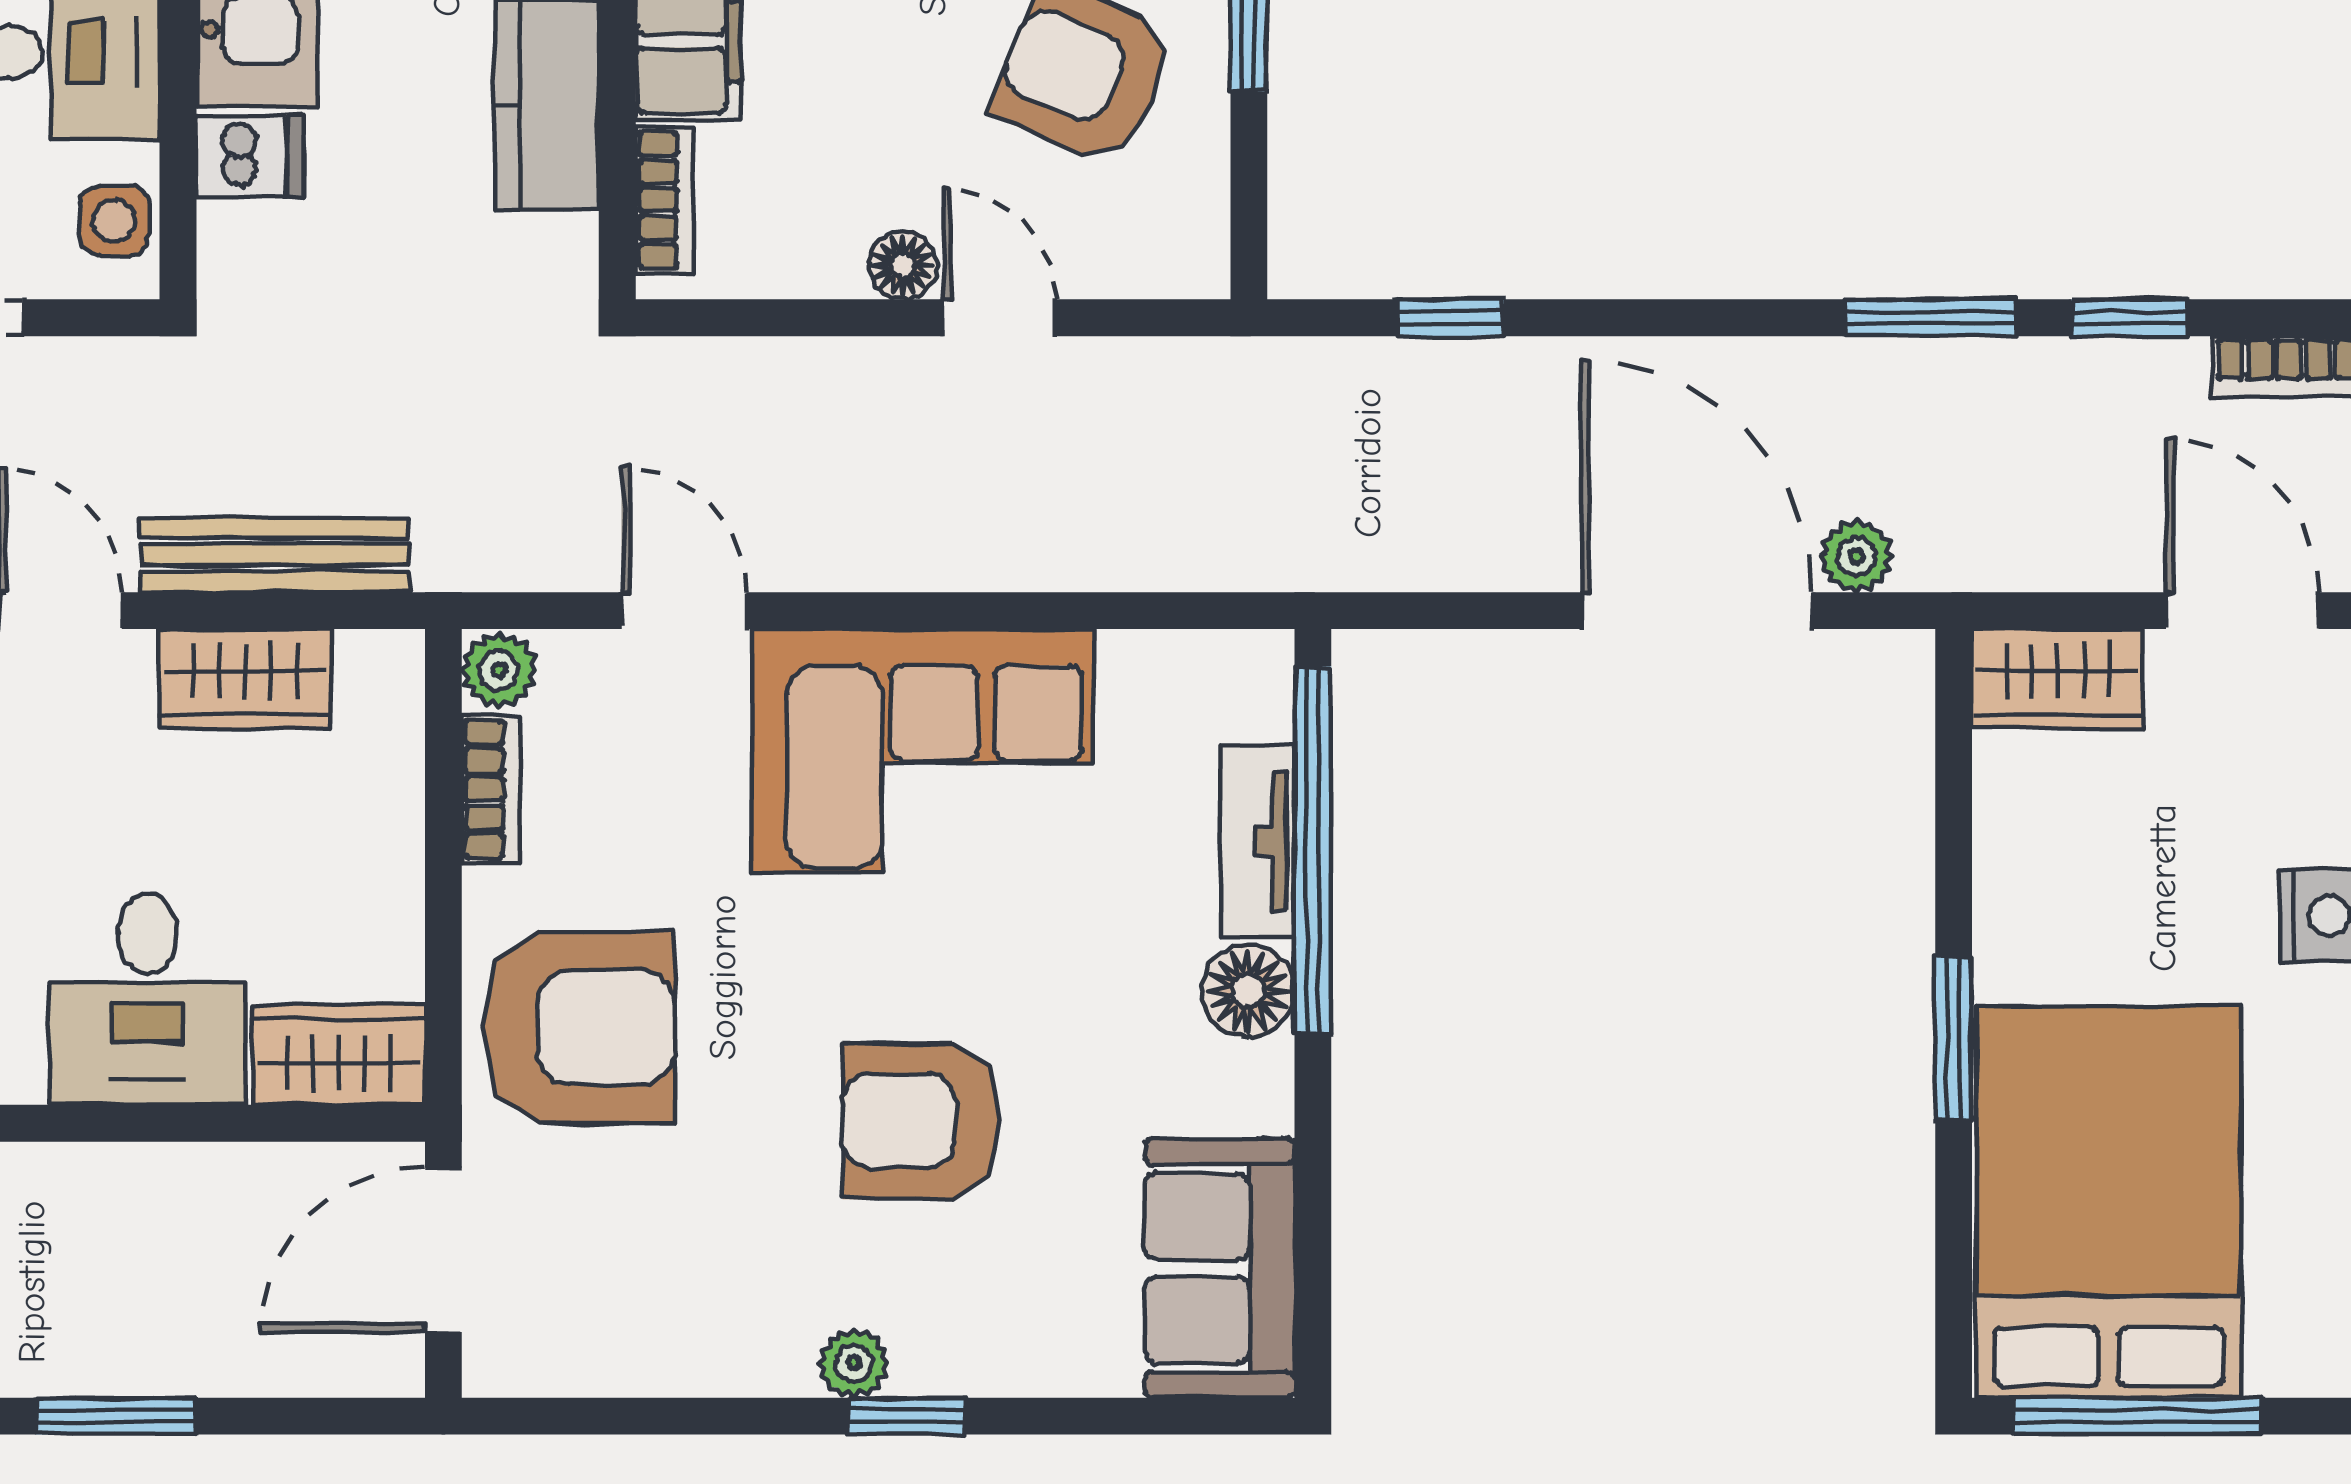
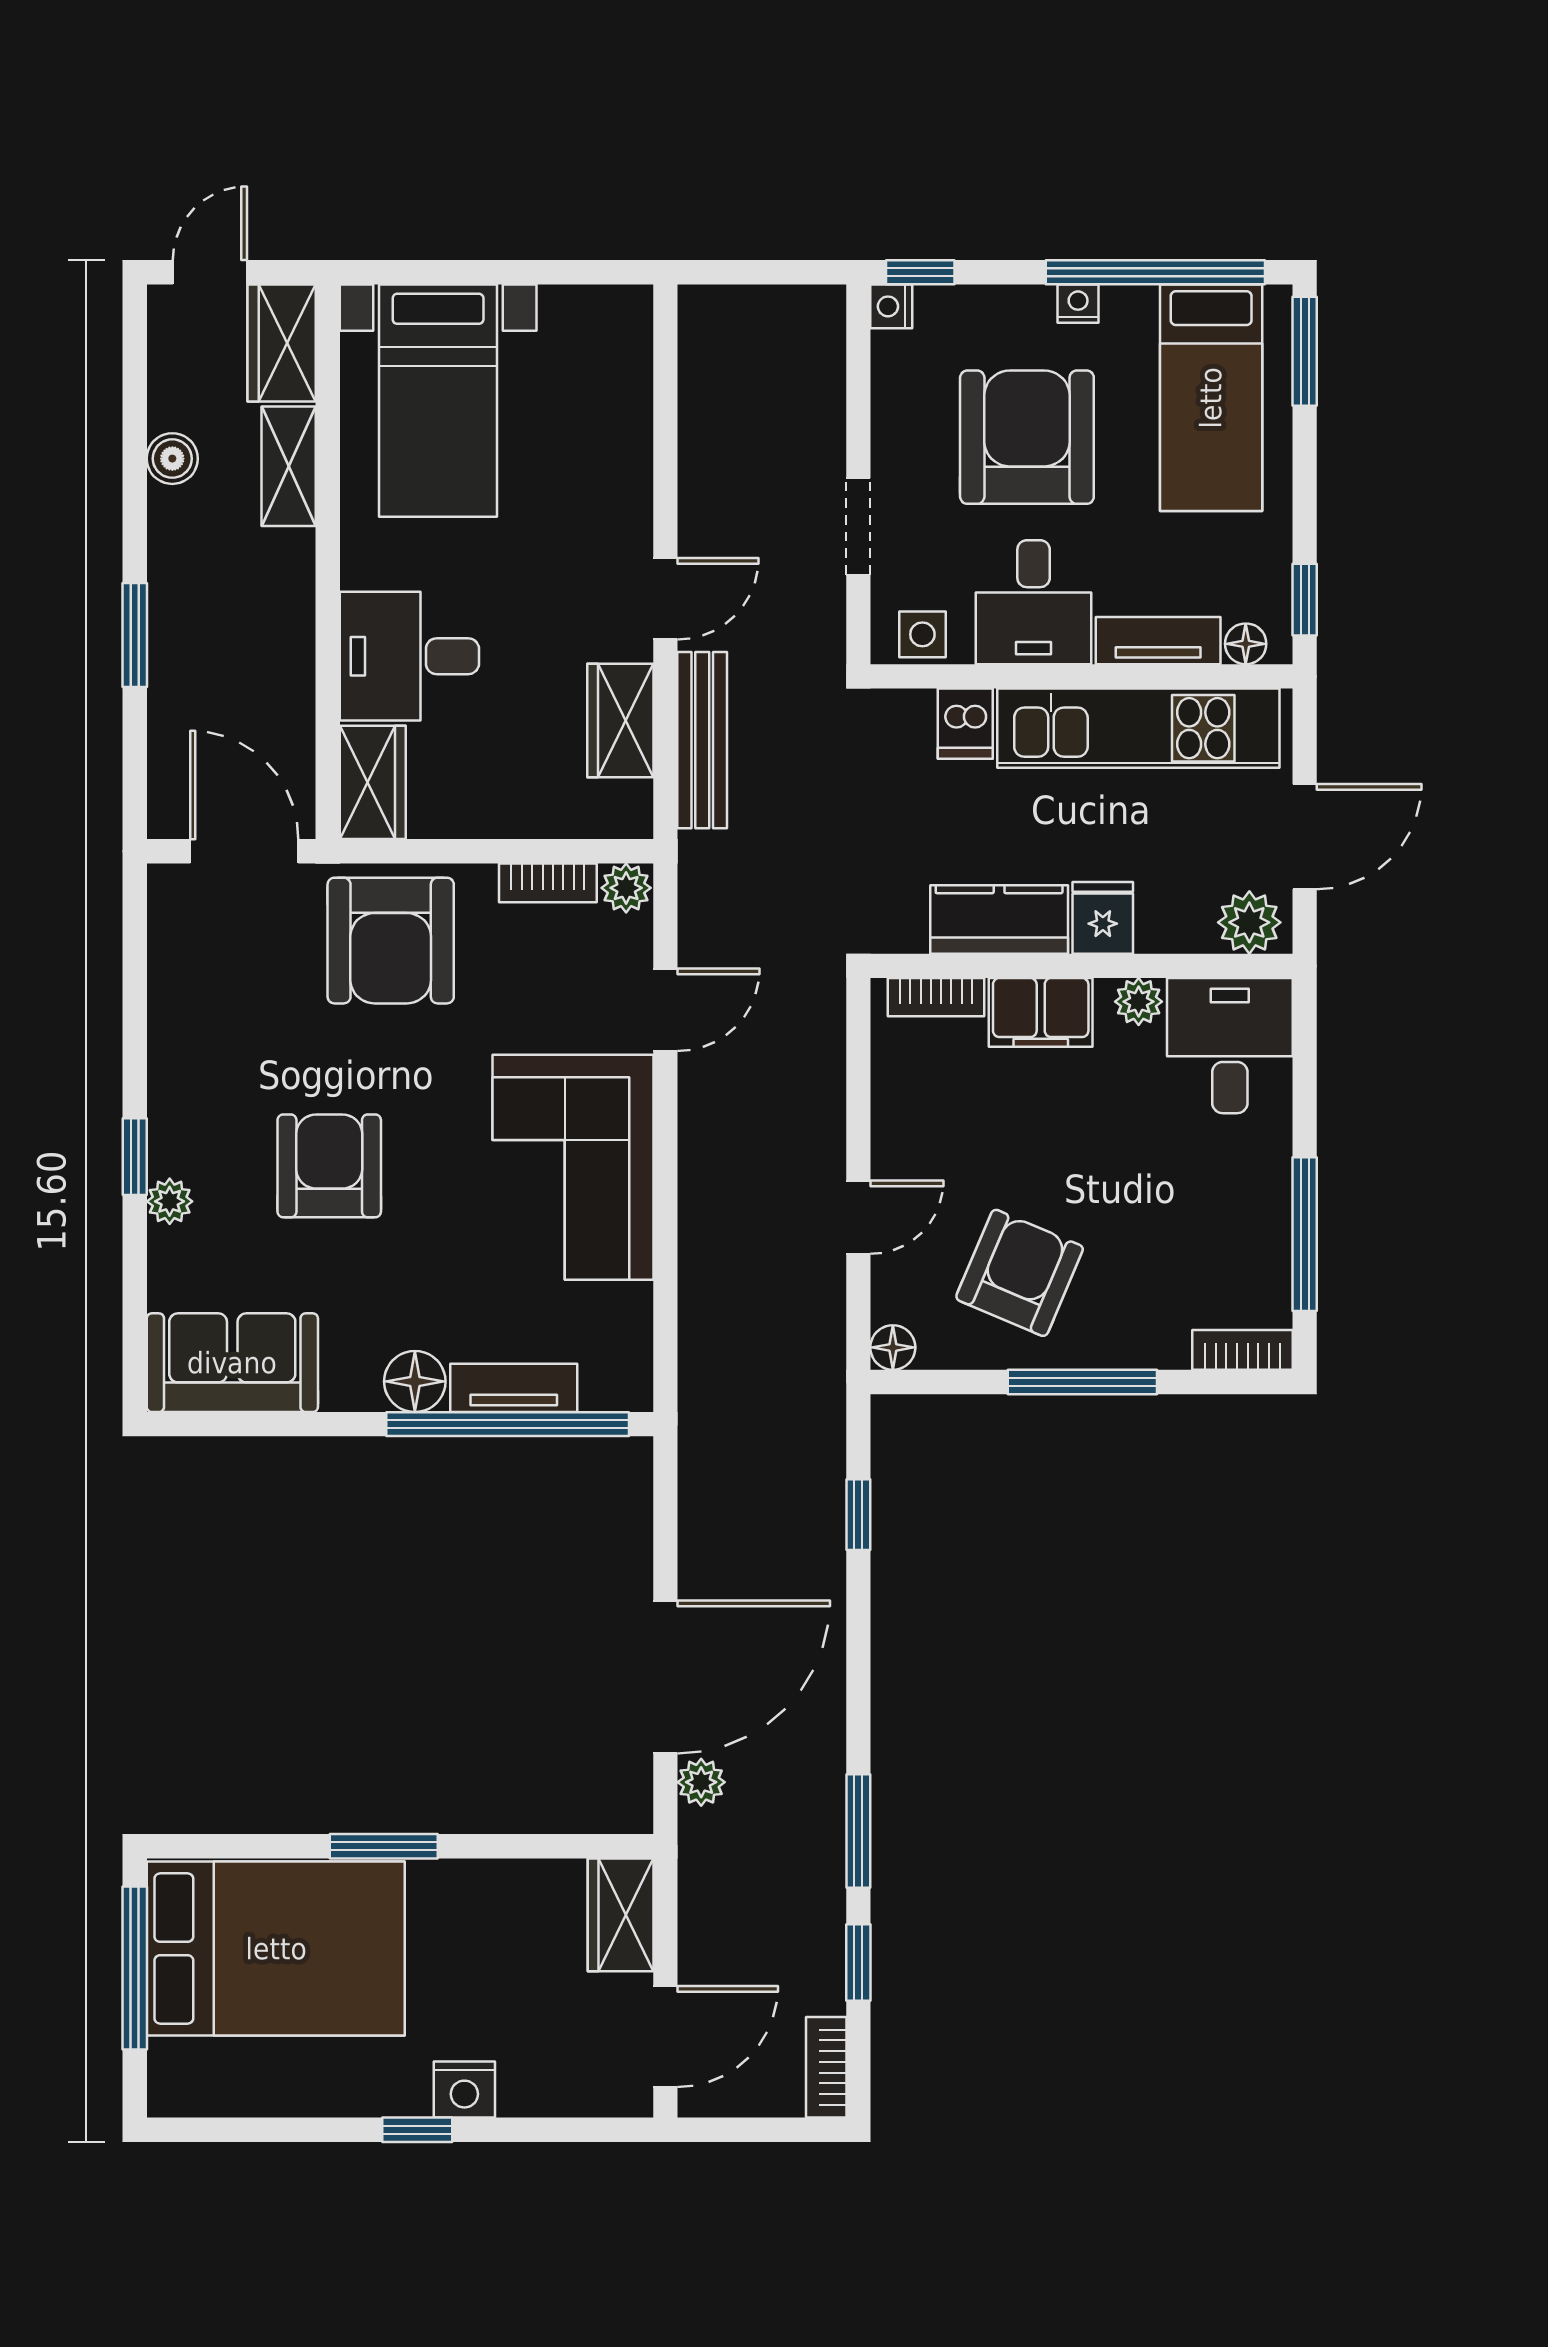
floor lamp: (903, 265) -> (893, 1347), moved
plant: (854, 1363) -> (170, 1201), moved

